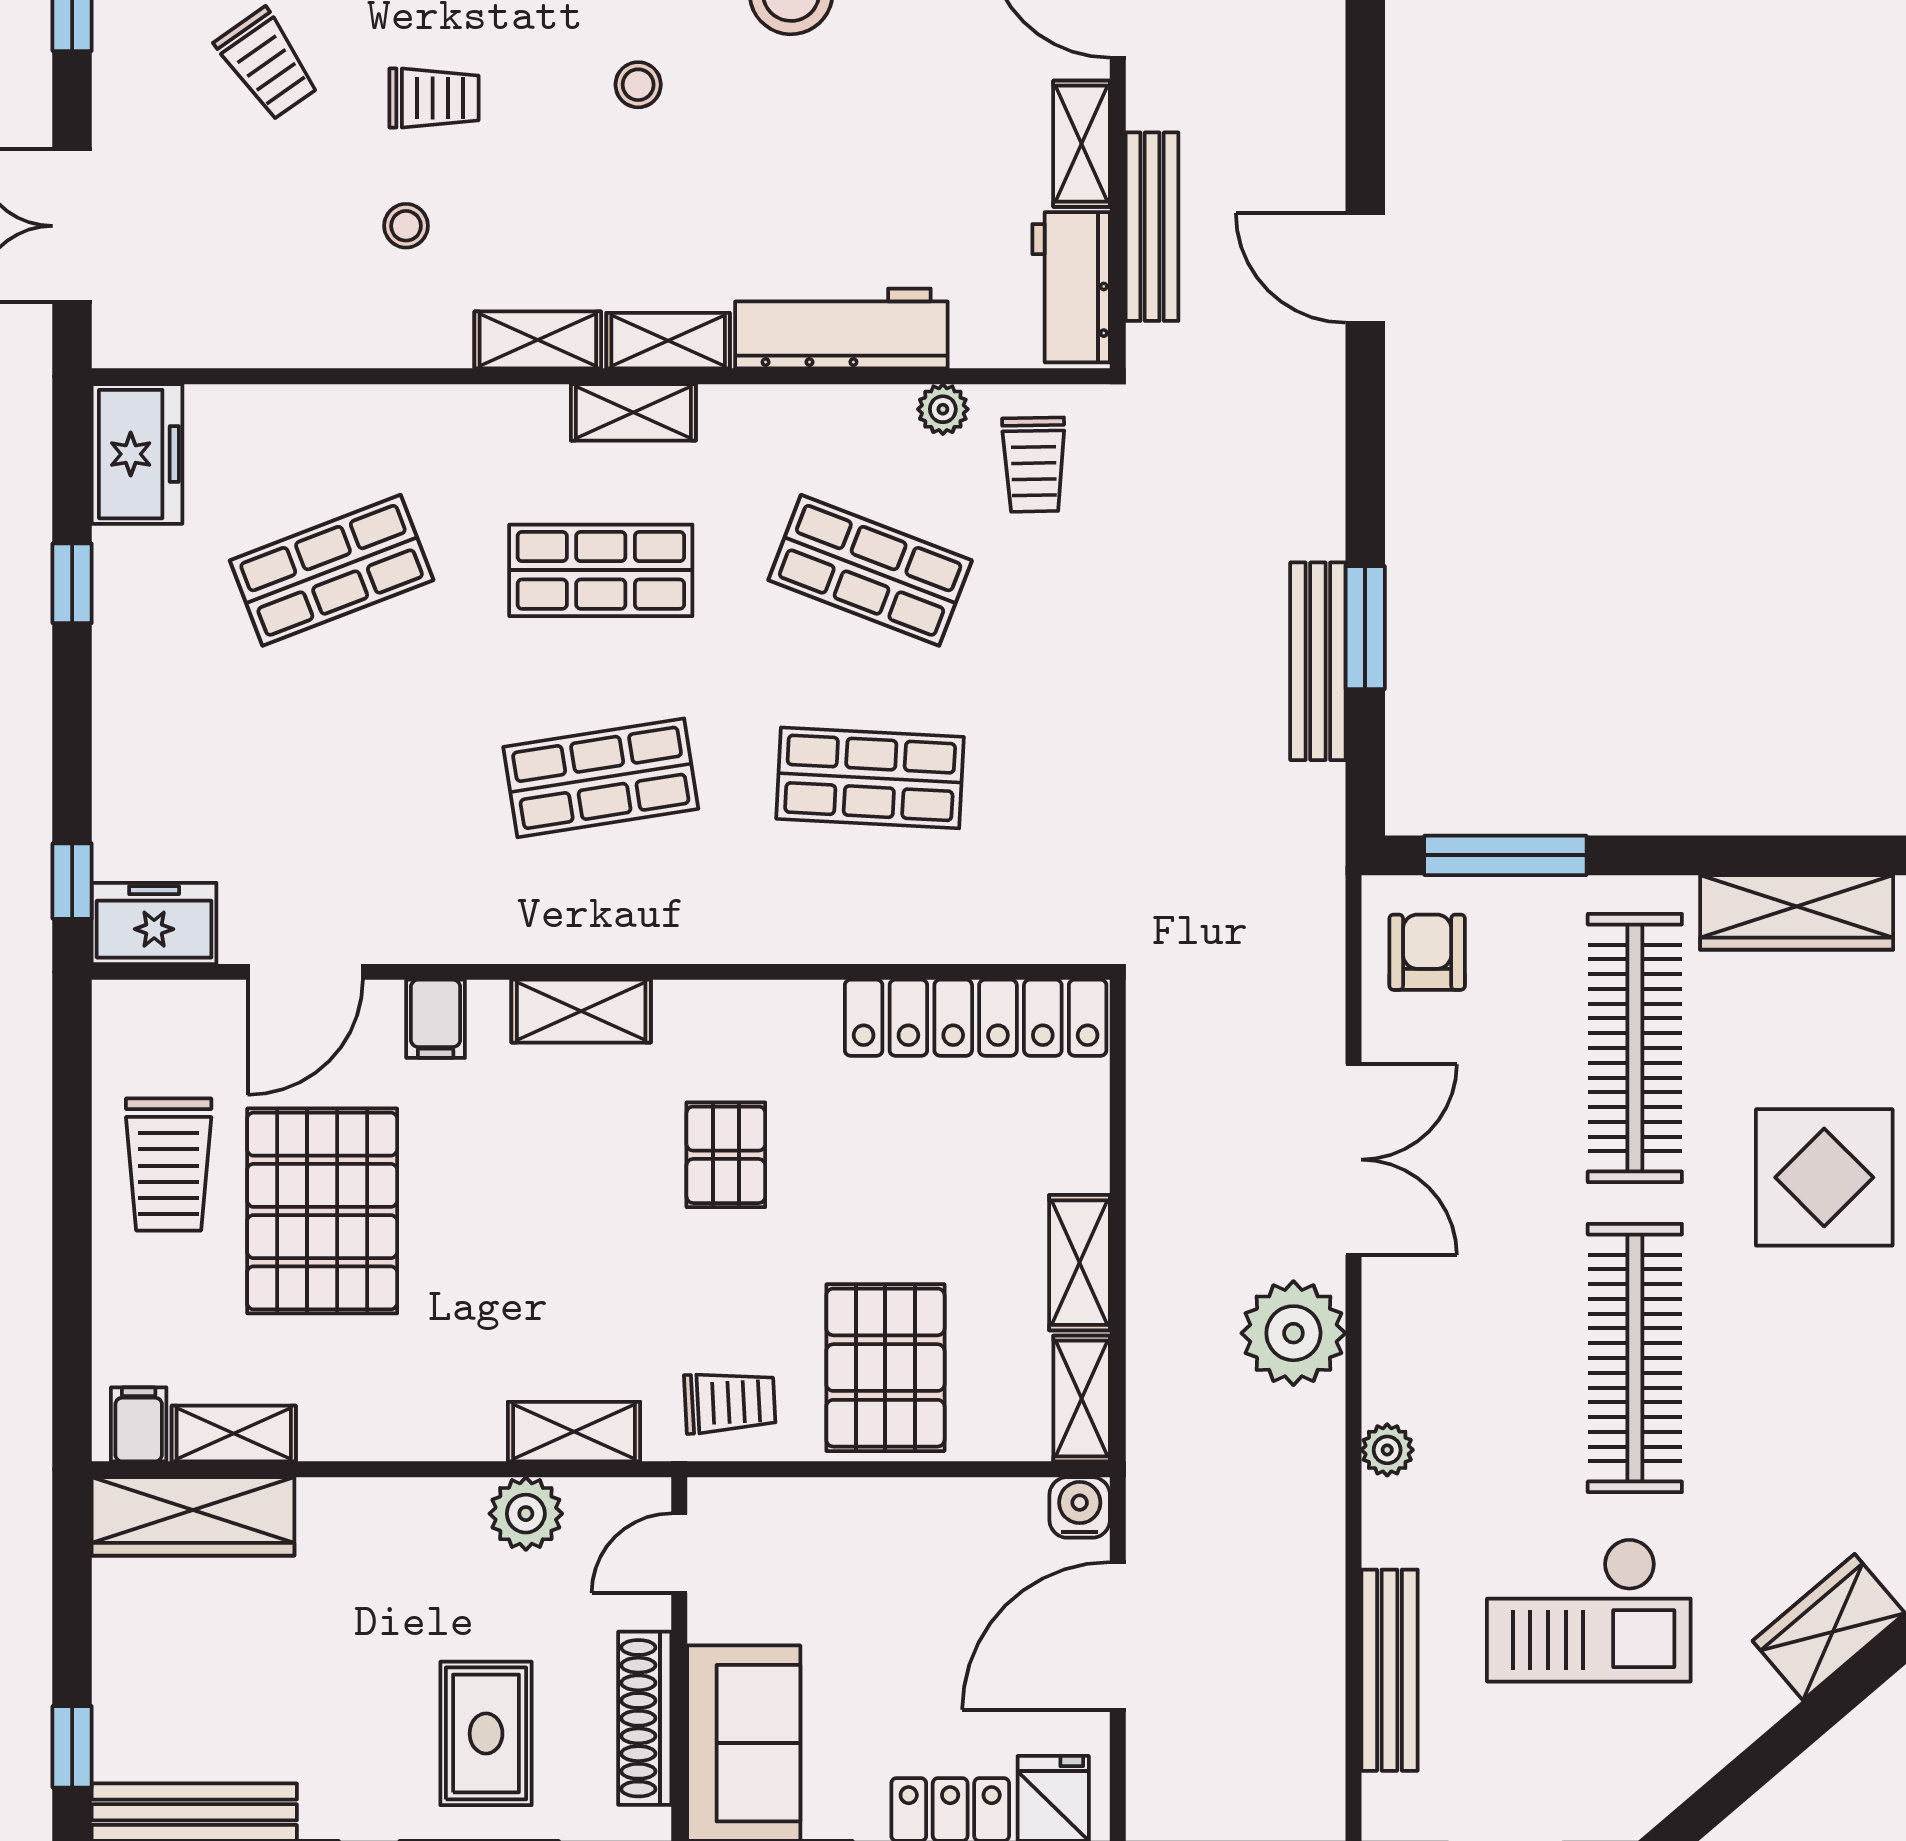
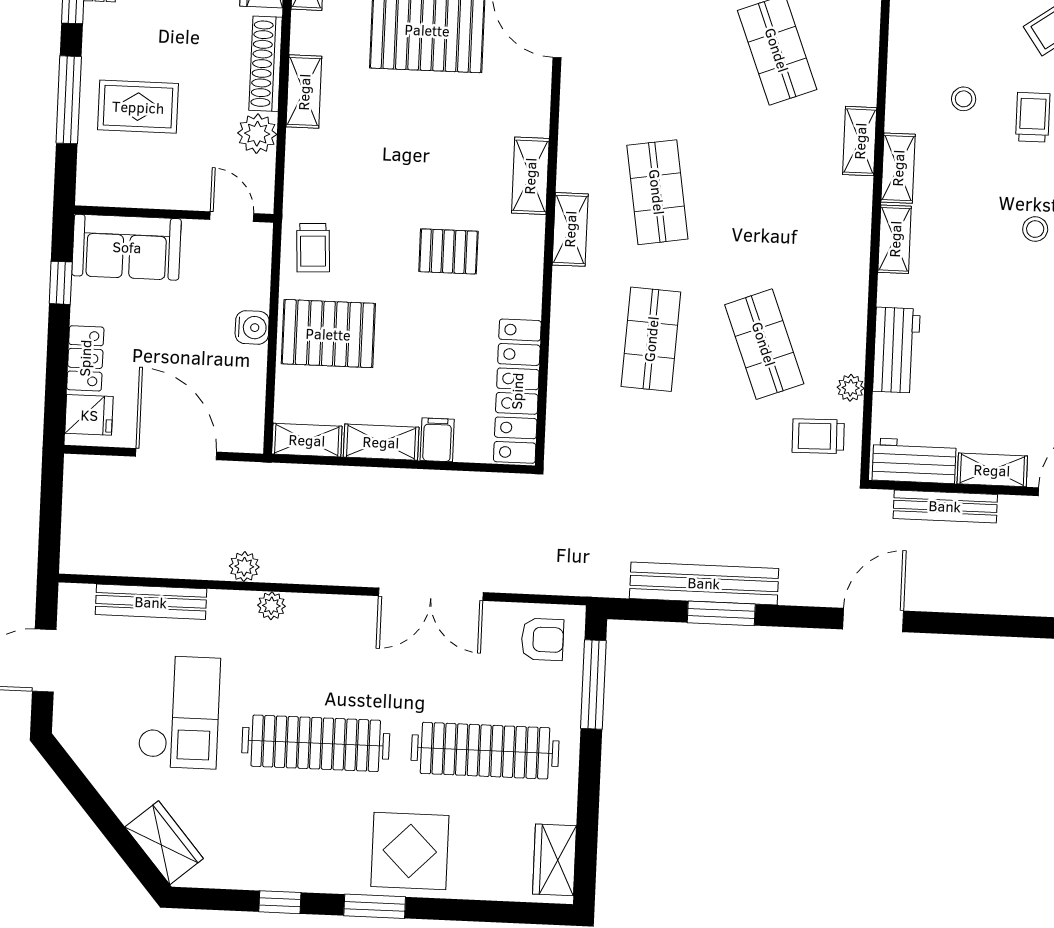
trolley: (434, 98) -> (1033, 117), turned 180
door: (1365, 268) -> (873, 620), moved
workbench: (841, 329) -> (896, 350), width x0.73
shelving: (633, 412) -> (860, 141), moved
shop shelf: (601, 570) -> (771, 197), removed
shop shelf: (870, 570) -> (764, 344), turned -42
bench: (1318, 661) -> (704, 583), width x1.37, depth x1.21
wardrobe: (1797, 912) -> (555, 860), width x0.67
shelving: (676, 934) -> (570, 229), added
filing cabinet: (436, 1019) -> (437, 440), moved, turned 90
plant: (1293, 1333) -> (244, 567), moved, width x0.53, depth x0.53
shelving: (574, 1432) -> (304, 92), moved
water cooler: (1080, 1507) -> (252, 327), moved
checkout: (1589, 1610) -> (179, 712), turned 180
shoe rack: (645, 1718) -> (266, 64), moved, turned -90

